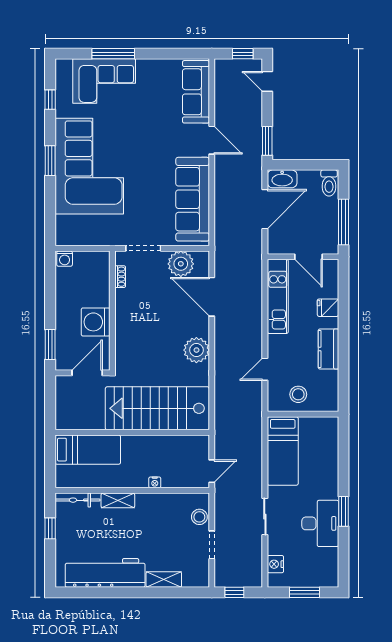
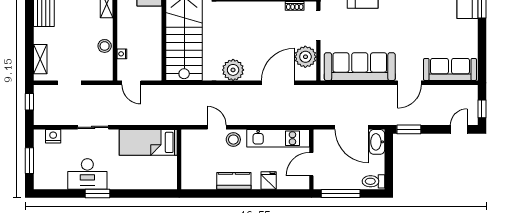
stool: (298, 394) -> (233, 140), moved
nightstand: (155, 482) -> (122, 54), moved
stool: (199, 517) -> (105, 46), moved
shelving: (164, 580) -> (40, 59), moved

